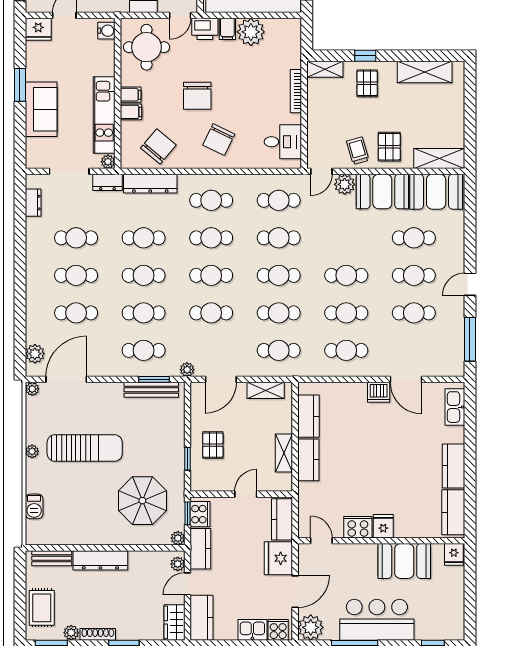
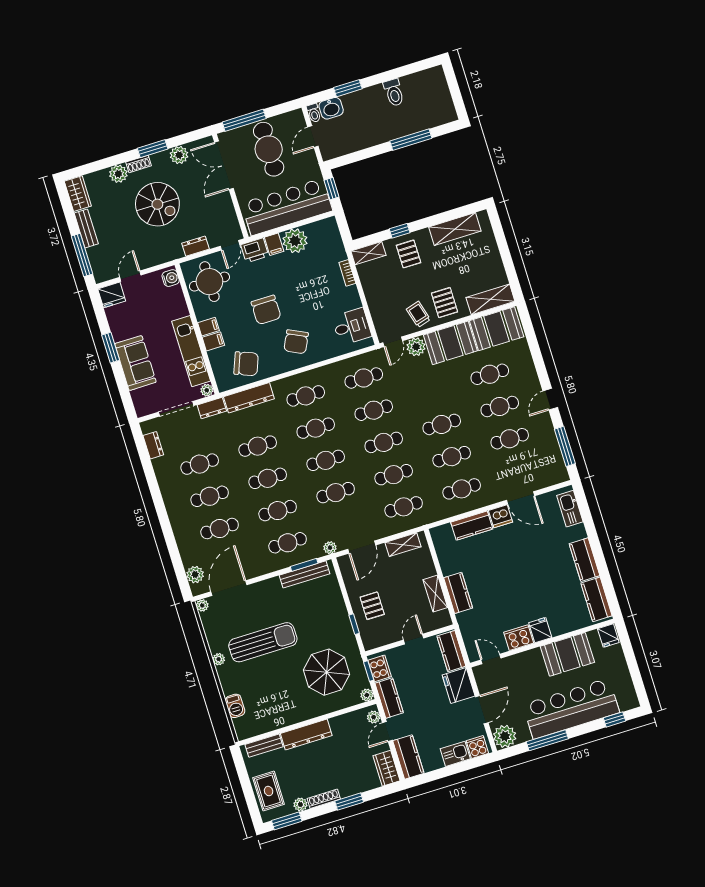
bookcase: (296, 91) -> (347, 273), width x0.64
chair: (158, 146) -> (246, 364), turned 71
kitchen counter: (308, 416) -> (472, 526), moved, turned 90
bar counter: (377, 620) -> (571, 709), width x1.36

